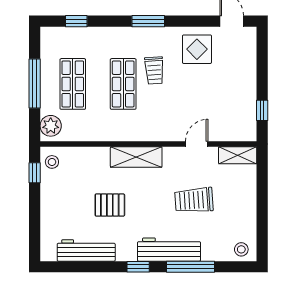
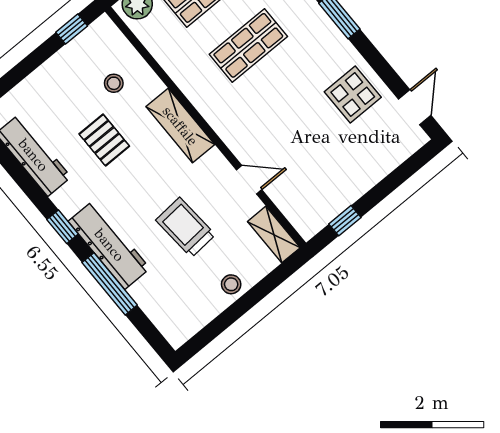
trolley: (154, 70) -> (291, 67), removed
stool: (52, 162) -> (114, 83), moved
stool: (241, 249) -> (231, 284), moved

